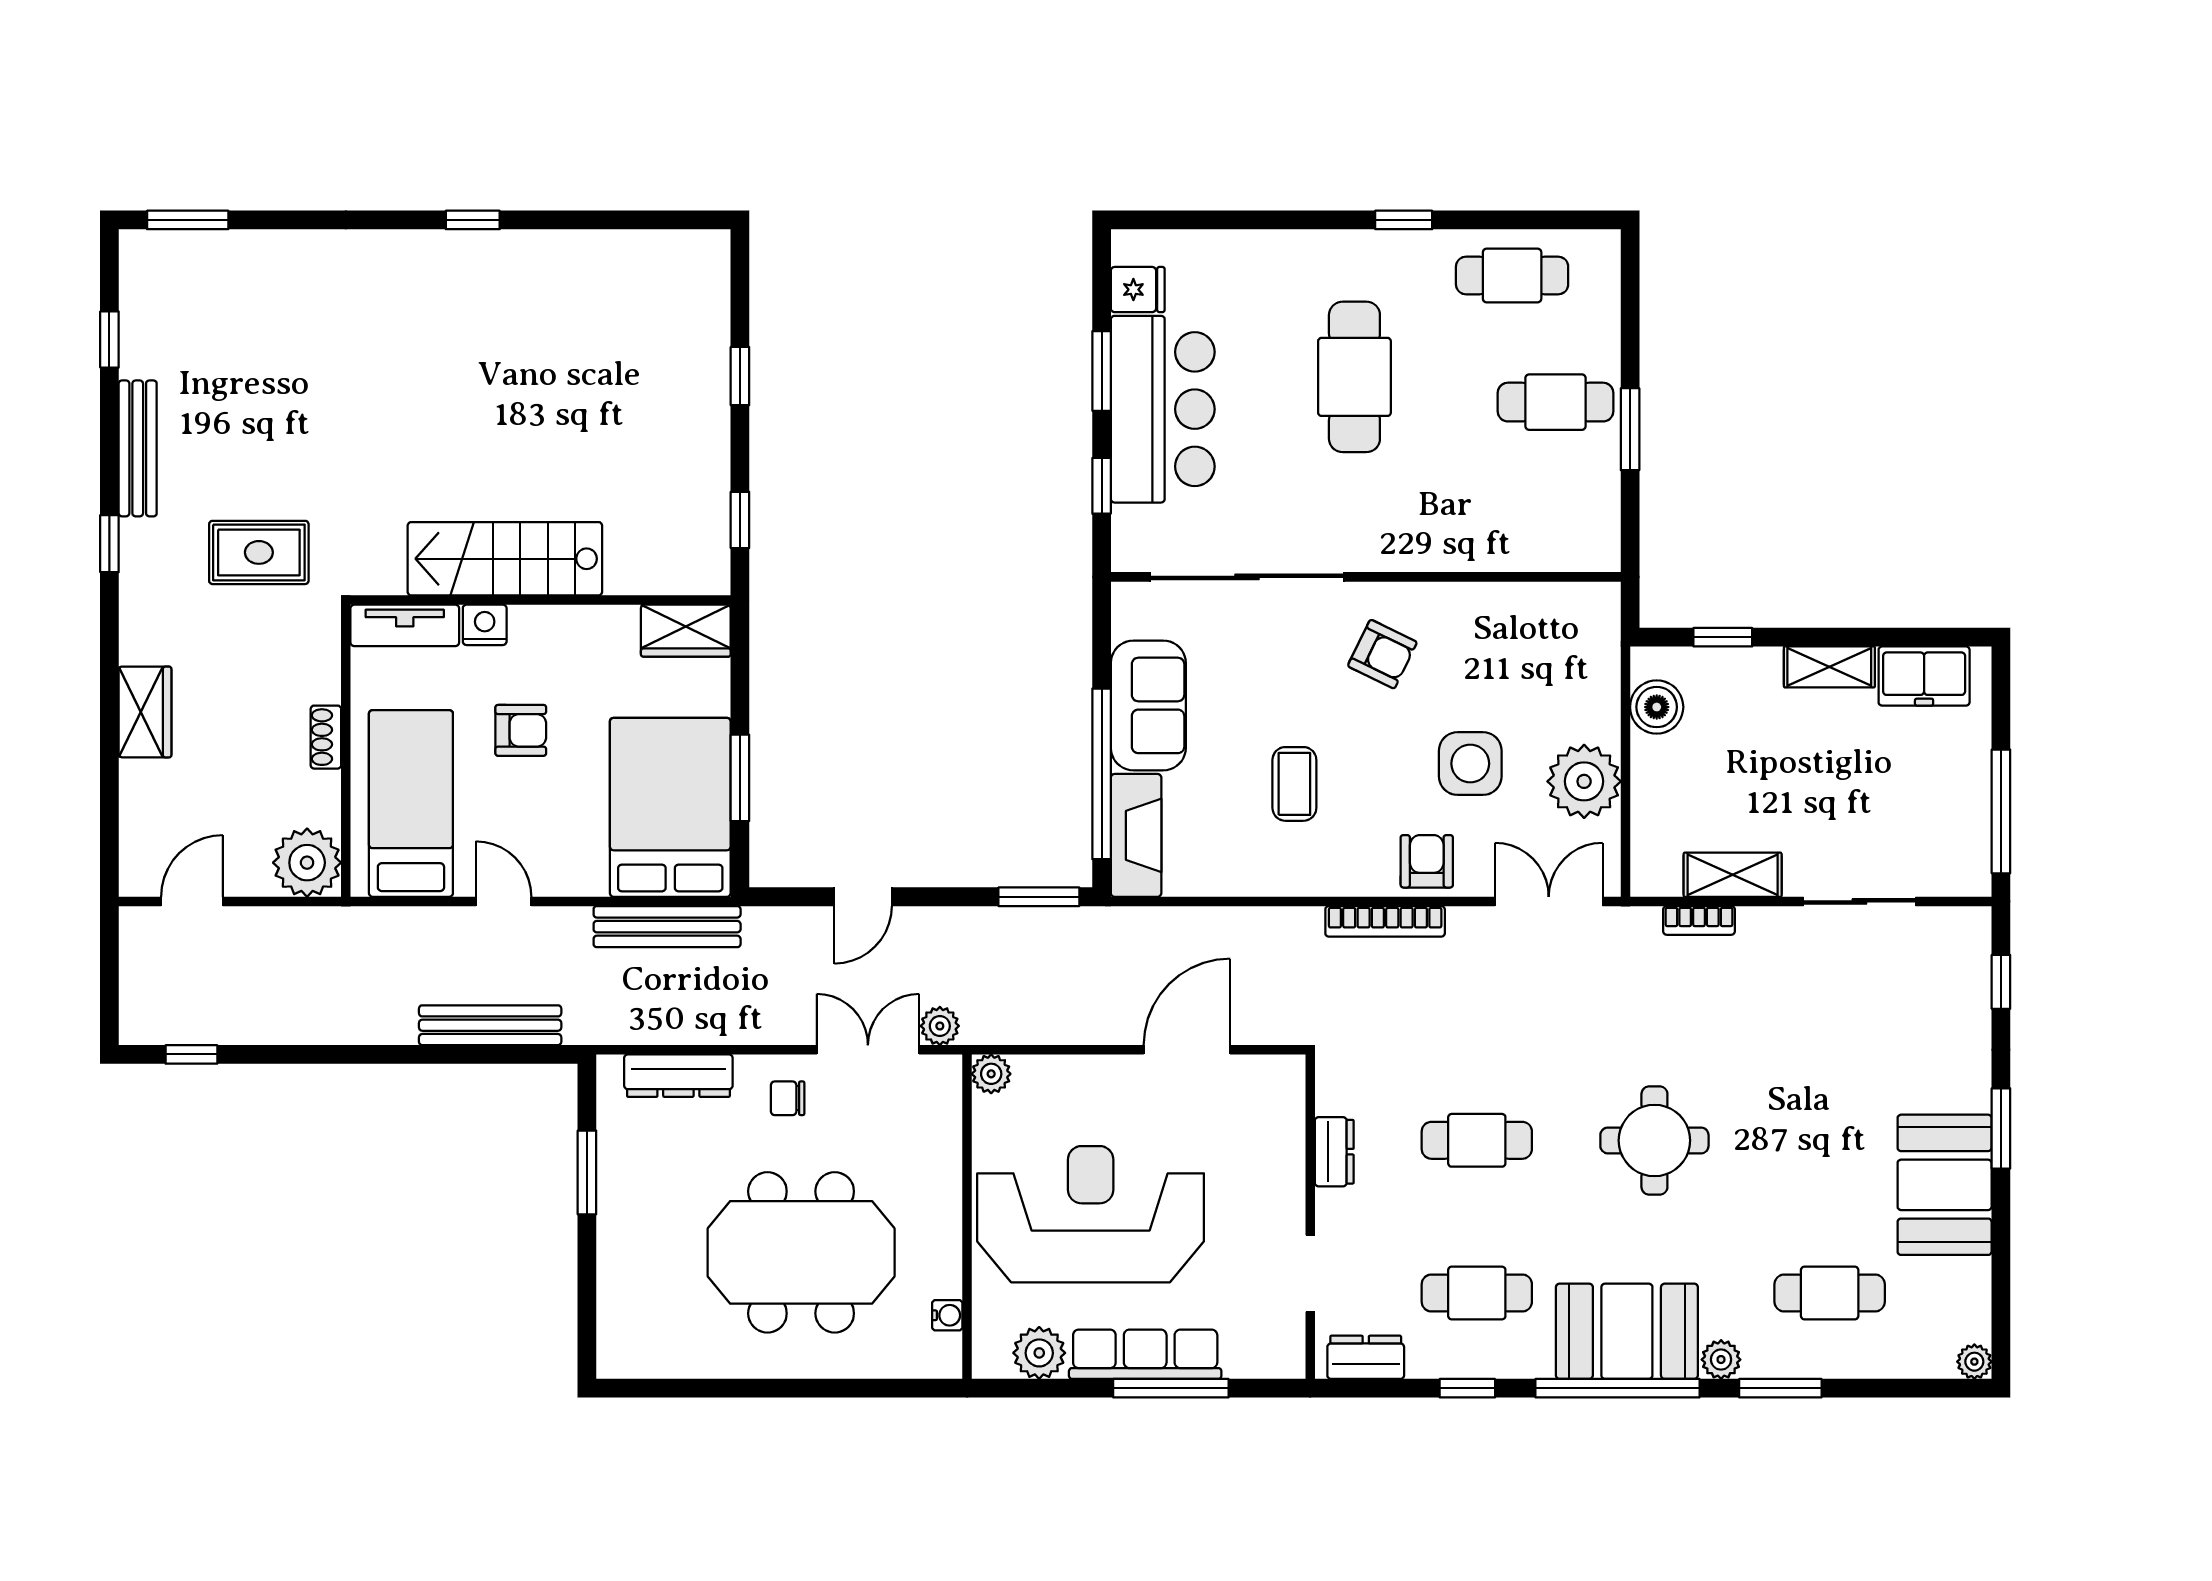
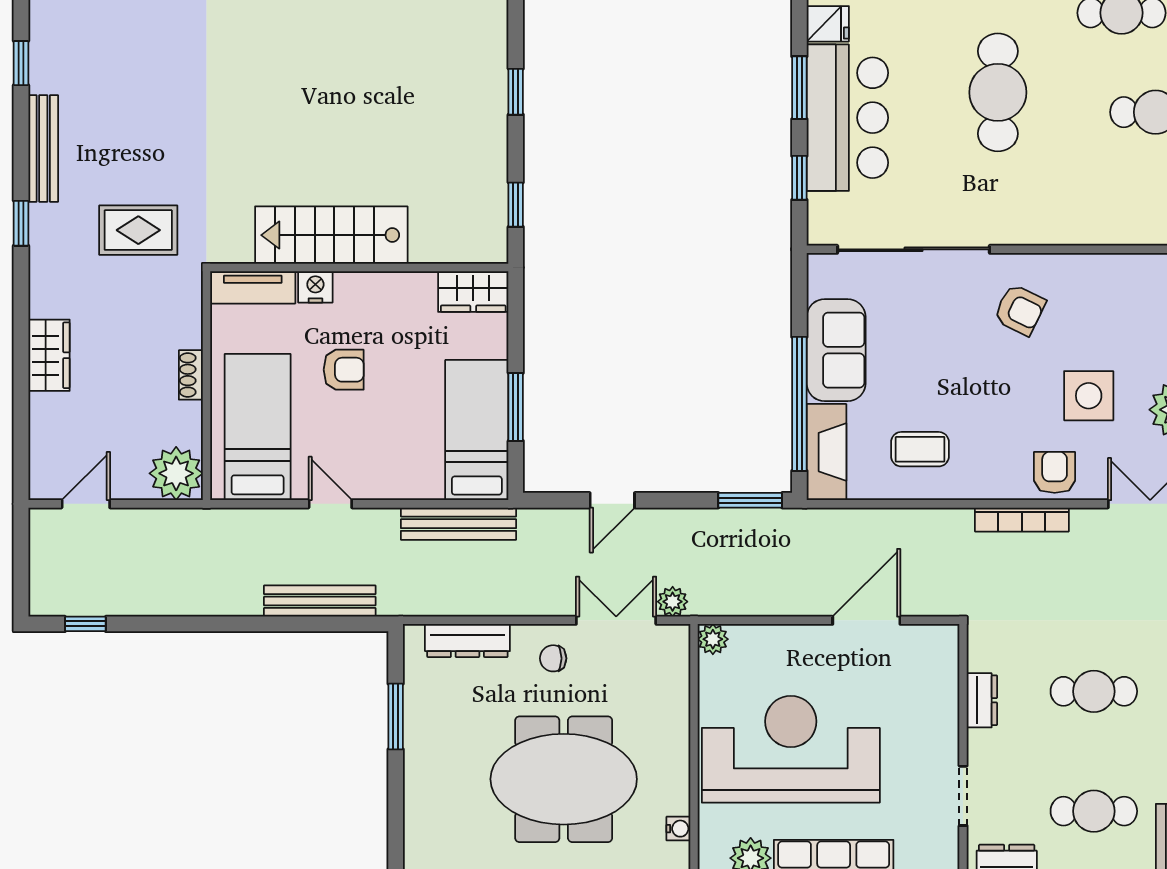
coffee table: (1294, 784) -> (920, 449), moved, turned 90
bed: (670, 807) -> (477, 430), width x0.67

